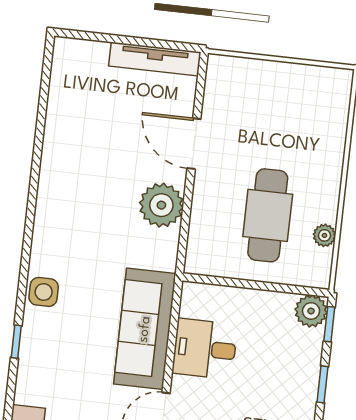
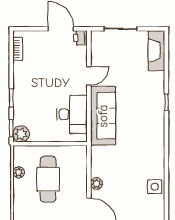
plant: (161, 205) -> (97, 184), width x0.53, depth x0.53
side table: (44, 292) -> (155, 187), moved
desk: (205, 349) -> (72, 114), width x1.37

